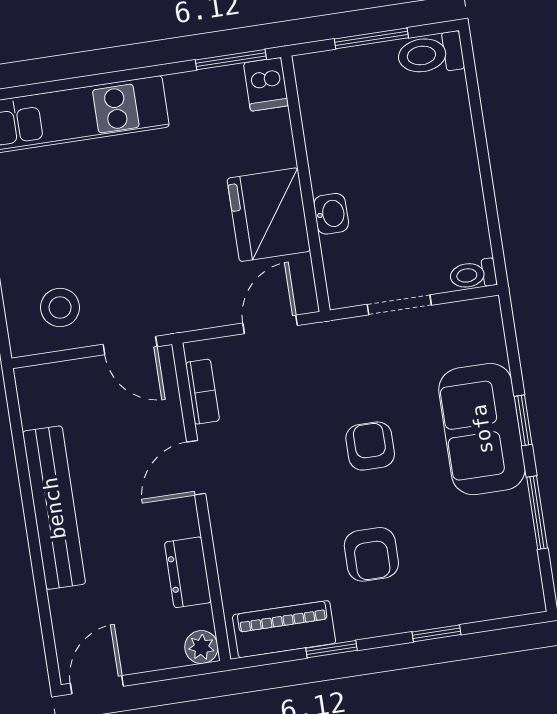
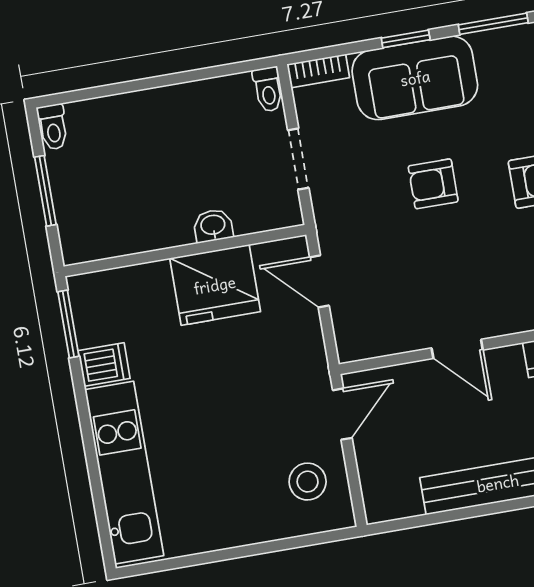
toilet: (430, 54) -> (53, 127), width x0.73, depth x0.72
dishwasher: (266, 84) -> (104, 365), moved
bookcase: (202, 392) -> (318, 71), moved, turned 180

